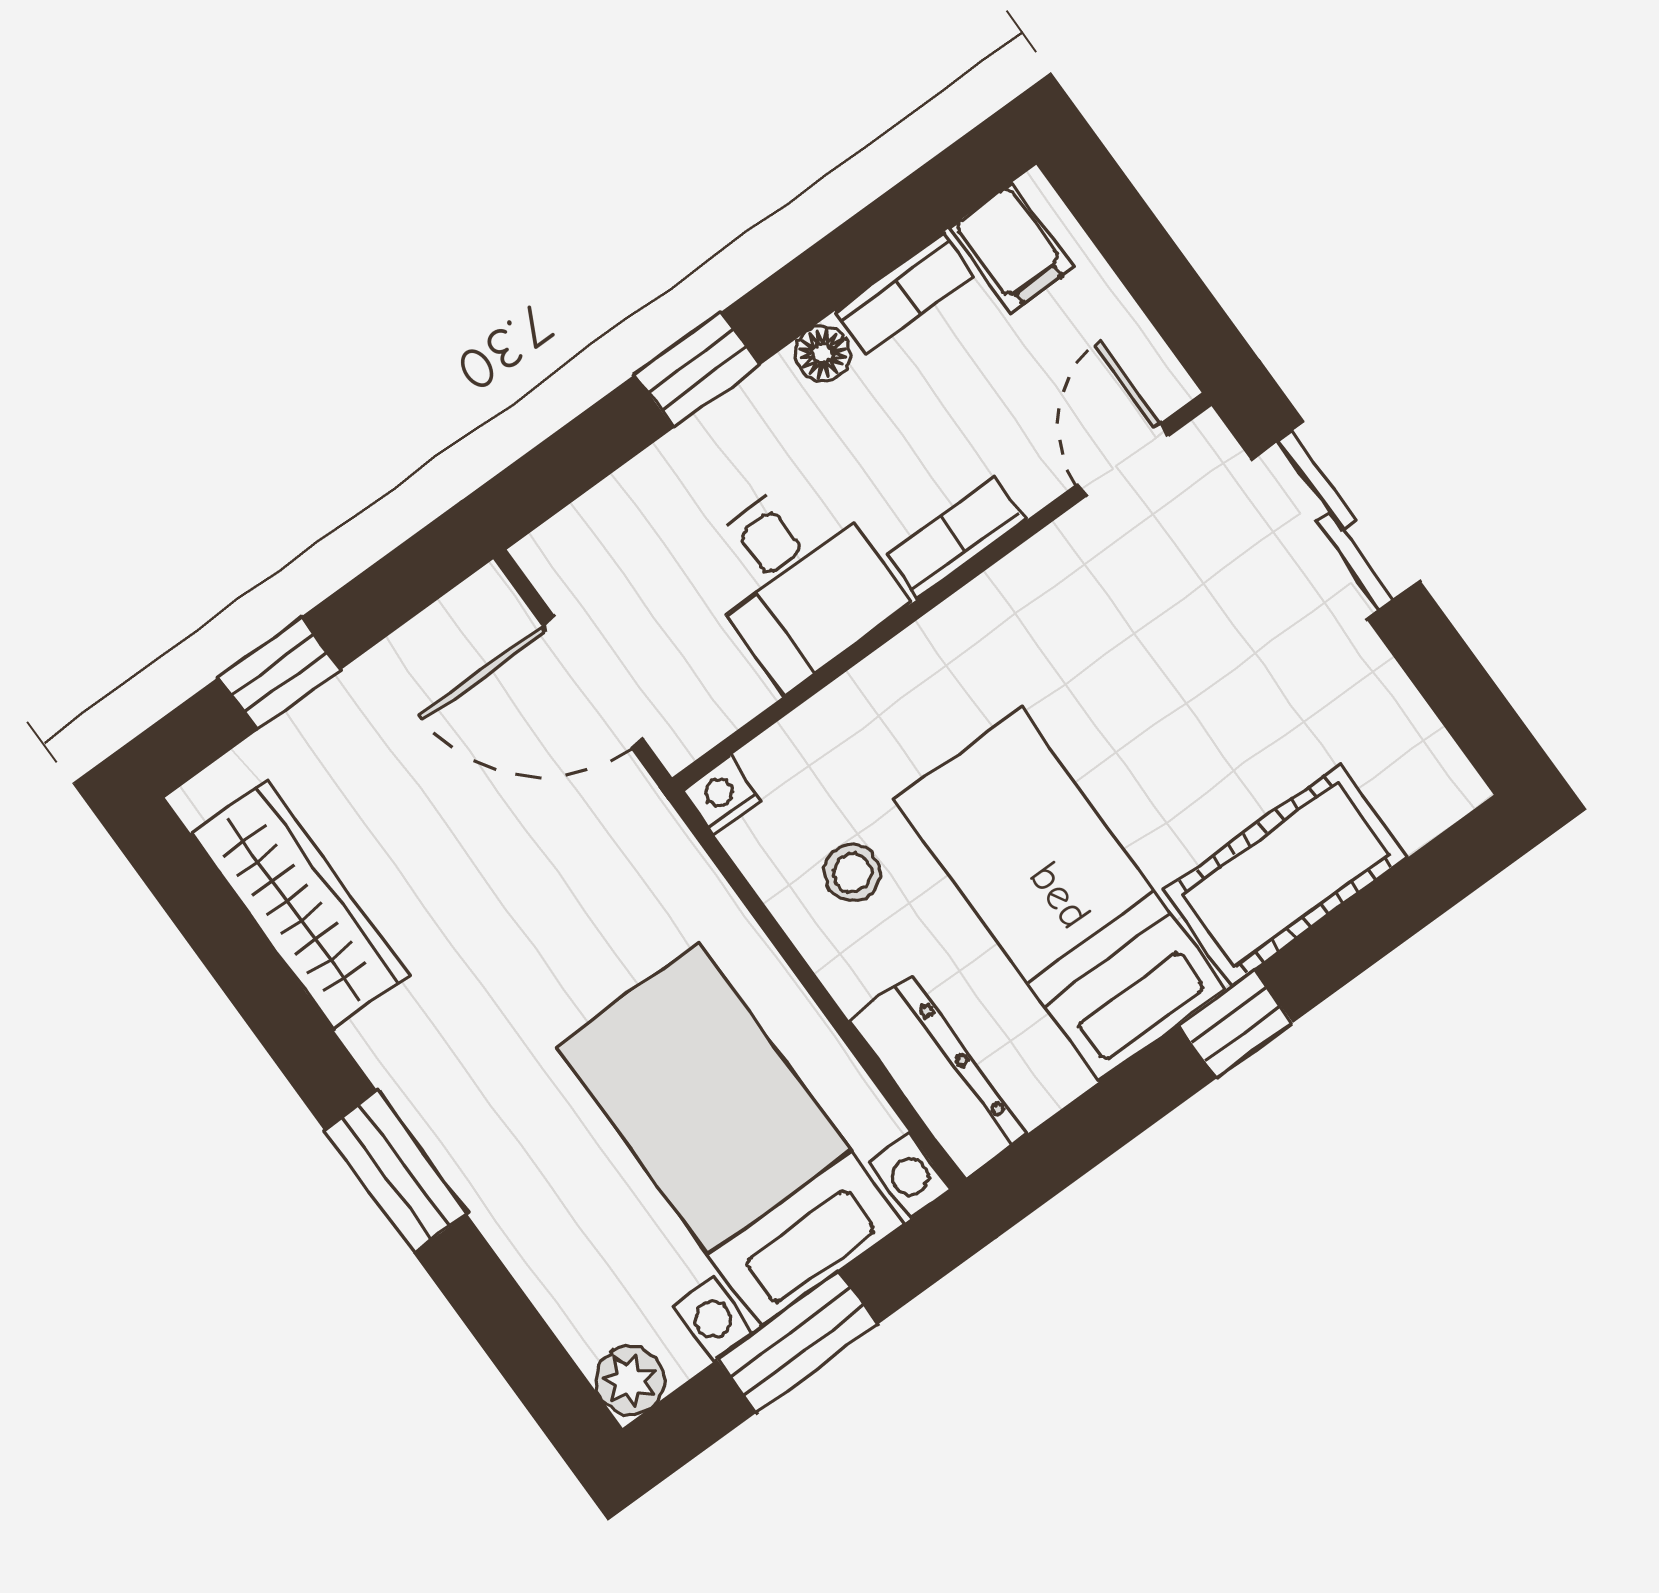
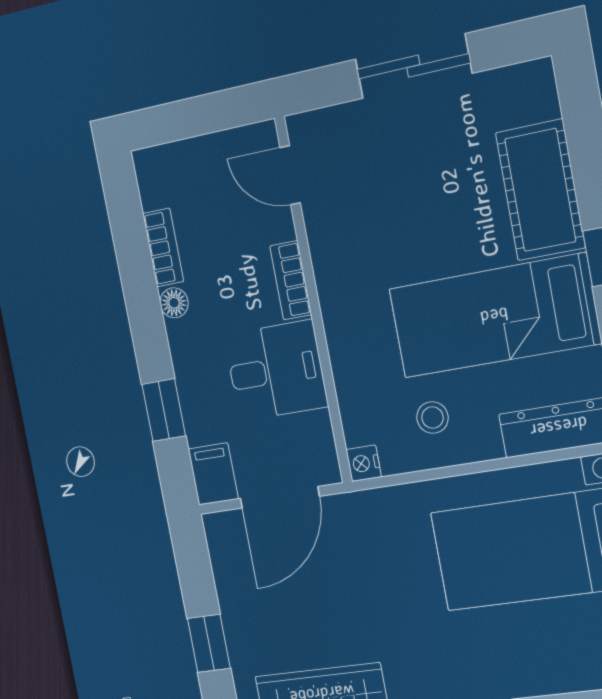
filing cabinet: (1011, 248) -> (213, 474), moved, turned -90
window: (697, 370) -> (164, 410), moved
sliding door: (1336, 521) -> (413, 66), moved

